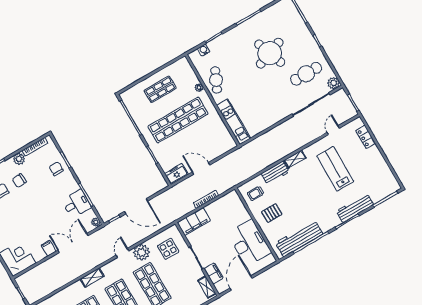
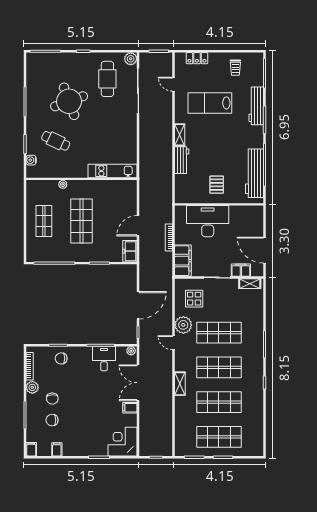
cafe table: (216, 80) -> (56, 141), moved
shop shelf: (178, 120) -> (81, 221), width x0.71
trolley: (256, 193) -> (235, 68), moved
desk: (249, 243) -> (208, 221), moved

